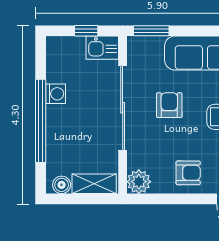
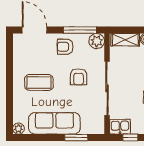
window: (151, 31) -> (76, 138), moved
armchair: (169, 105) -> (79, 77), moved
window: (165, 199) -> (80, 30), added

